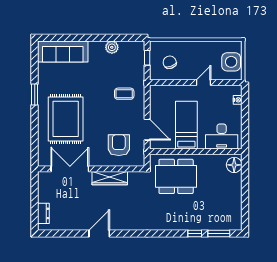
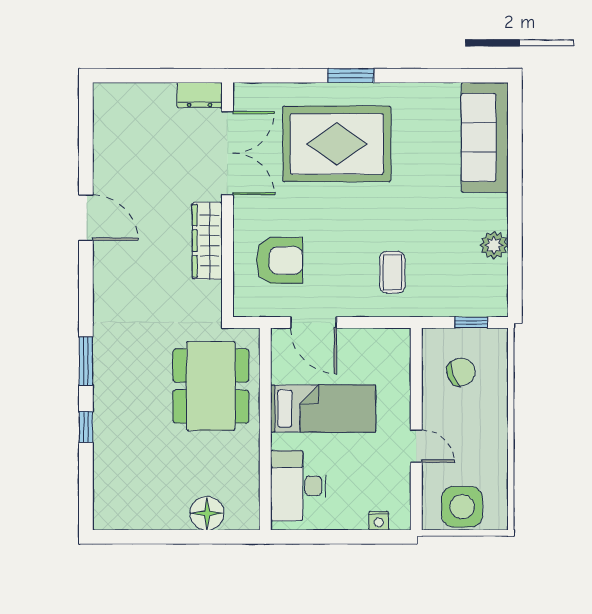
window: (35, 95) -> (351, 76), moved
door: (147, 130) -> (314, 322), hinge flipped
floor lamp: (234, 165) -> (207, 513), moved
dresser: (43, 213) -> (200, 95), moved
window: (219, 233) -> (86, 361), moved

